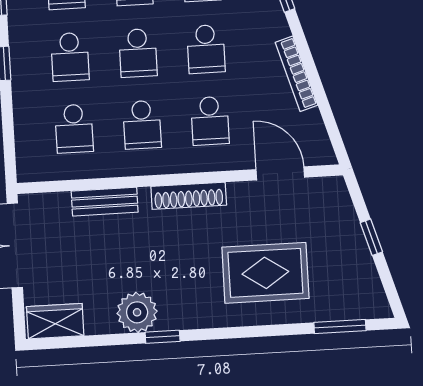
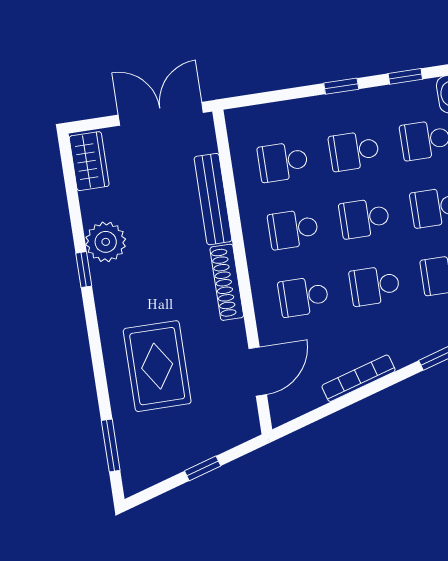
bench: (105, 202) -> (213, 199), width x1.36

